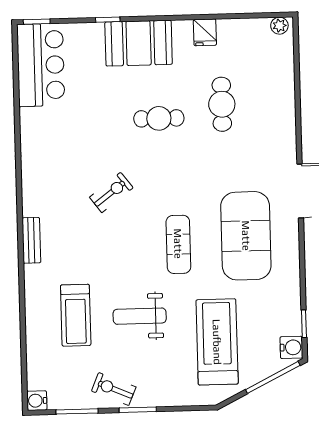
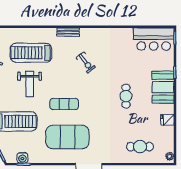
cafe table: (222, 104) -> (140, 147), moved
exercise bike: (111, 192) -> (86, 62), moved
treadmill: (76, 315) -> (31, 53), width x1.37, depth x1.38
weight bench: (140, 316) -> (30, 84), turned 180
water cooler: (291, 347) -> (22, 158), moved

